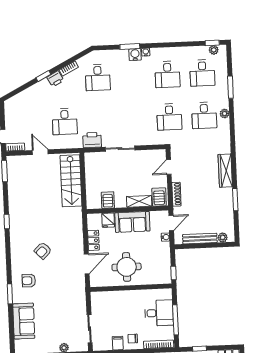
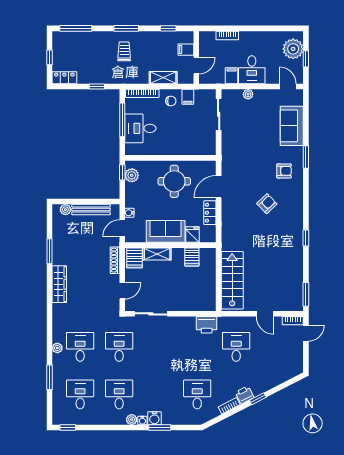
plant: (214, 50) -> (132, 420), moved
sliding door: (120, 149) -> (151, 314), moved
plant: (165, 271) -> (132, 175), added

